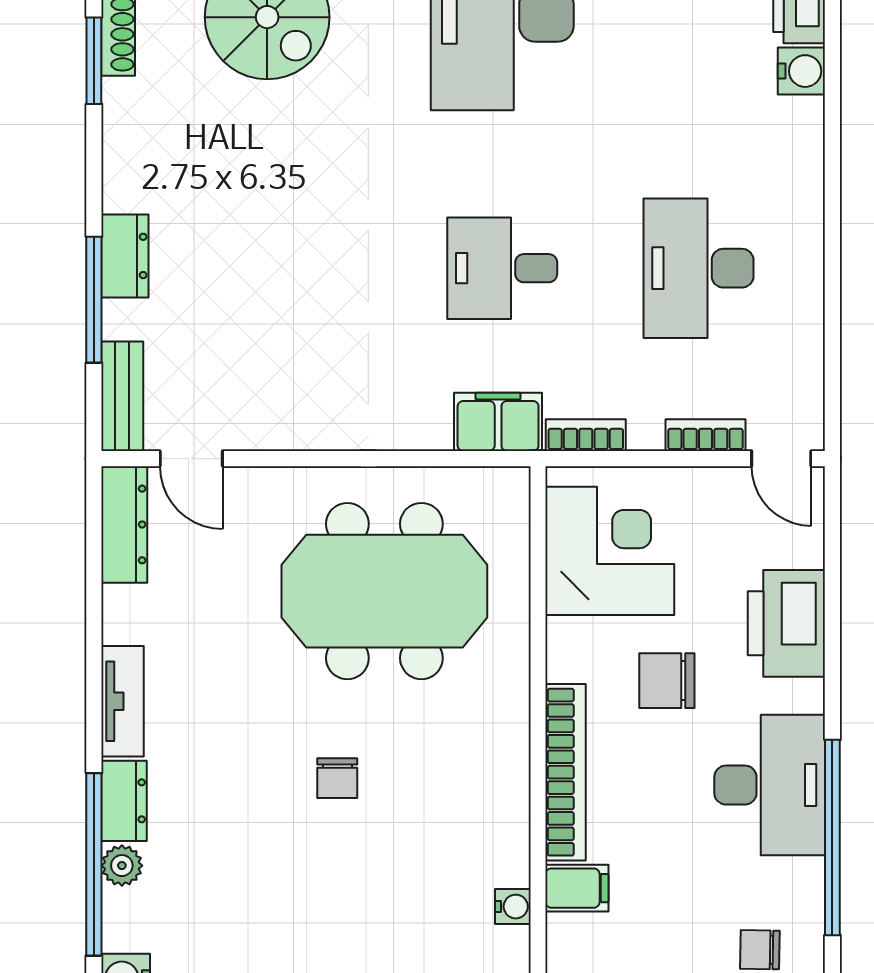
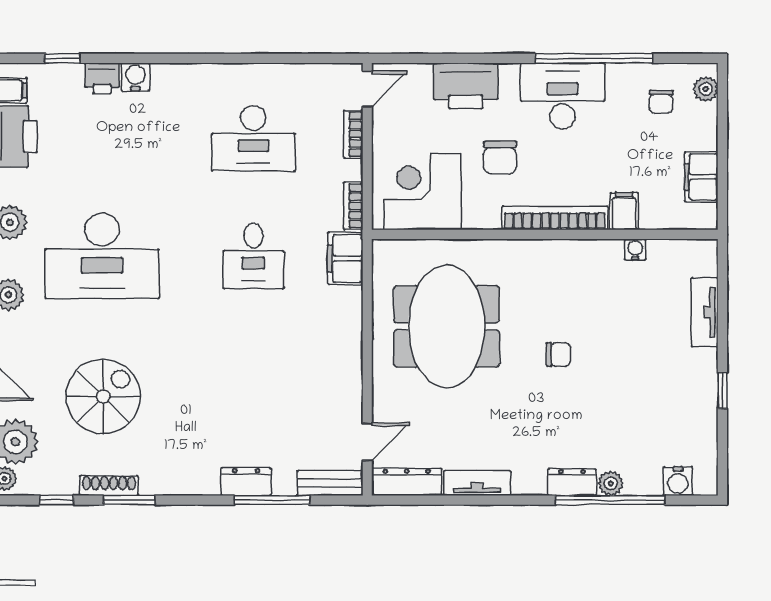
tv unit: (123, 701) -> (477, 483), moved

